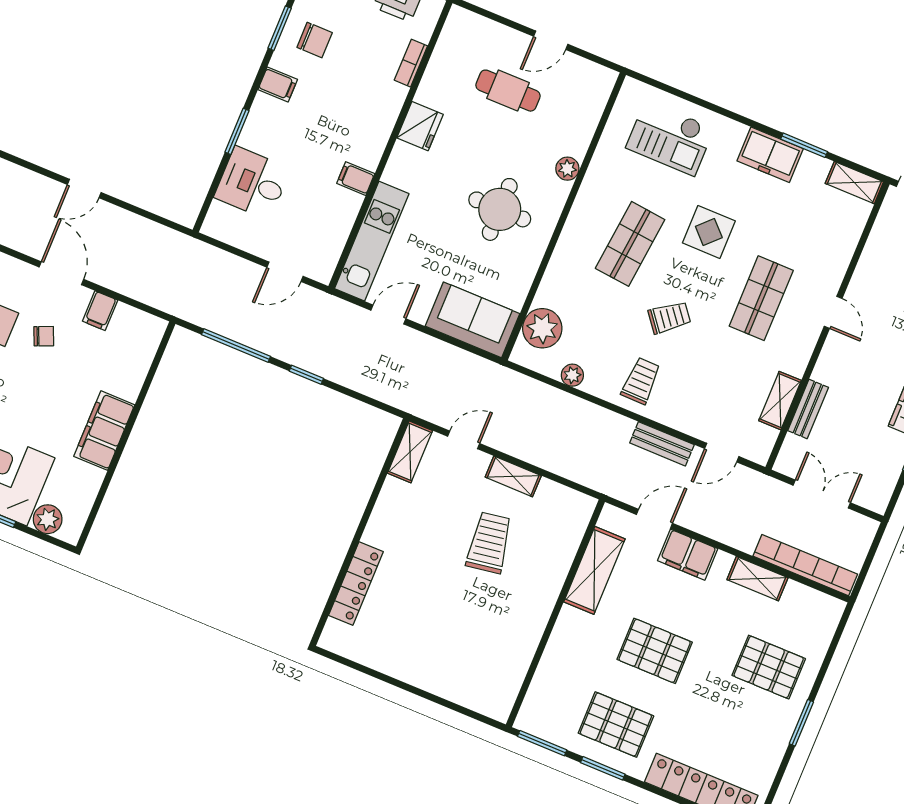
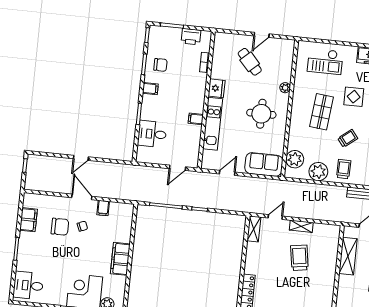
cafe table: (508, 91) -> (250, 62), turned 48
kitchen unit: (372, 241) -> (213, 124), moved
plant: (572, 375) -> (318, 172), width x1.88, depth x1.88

